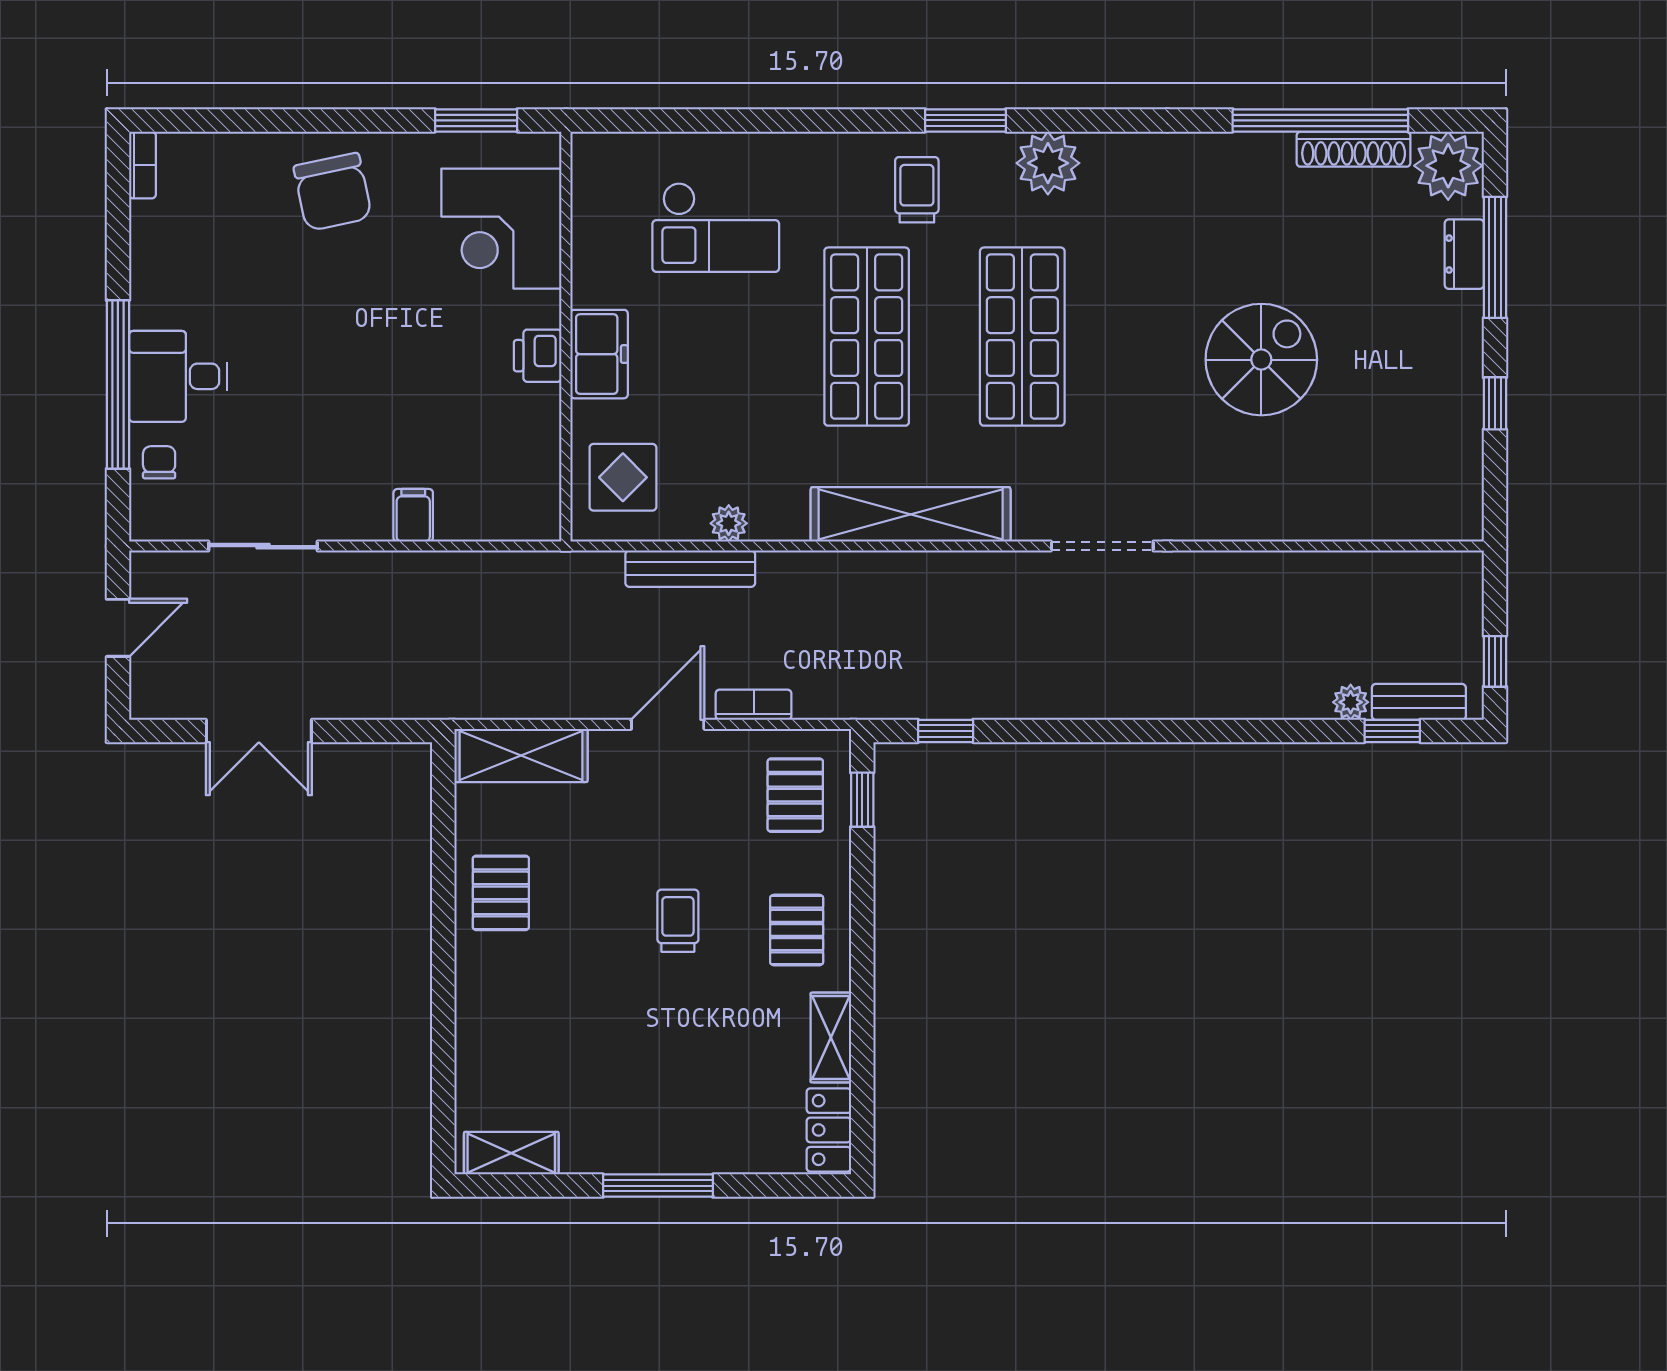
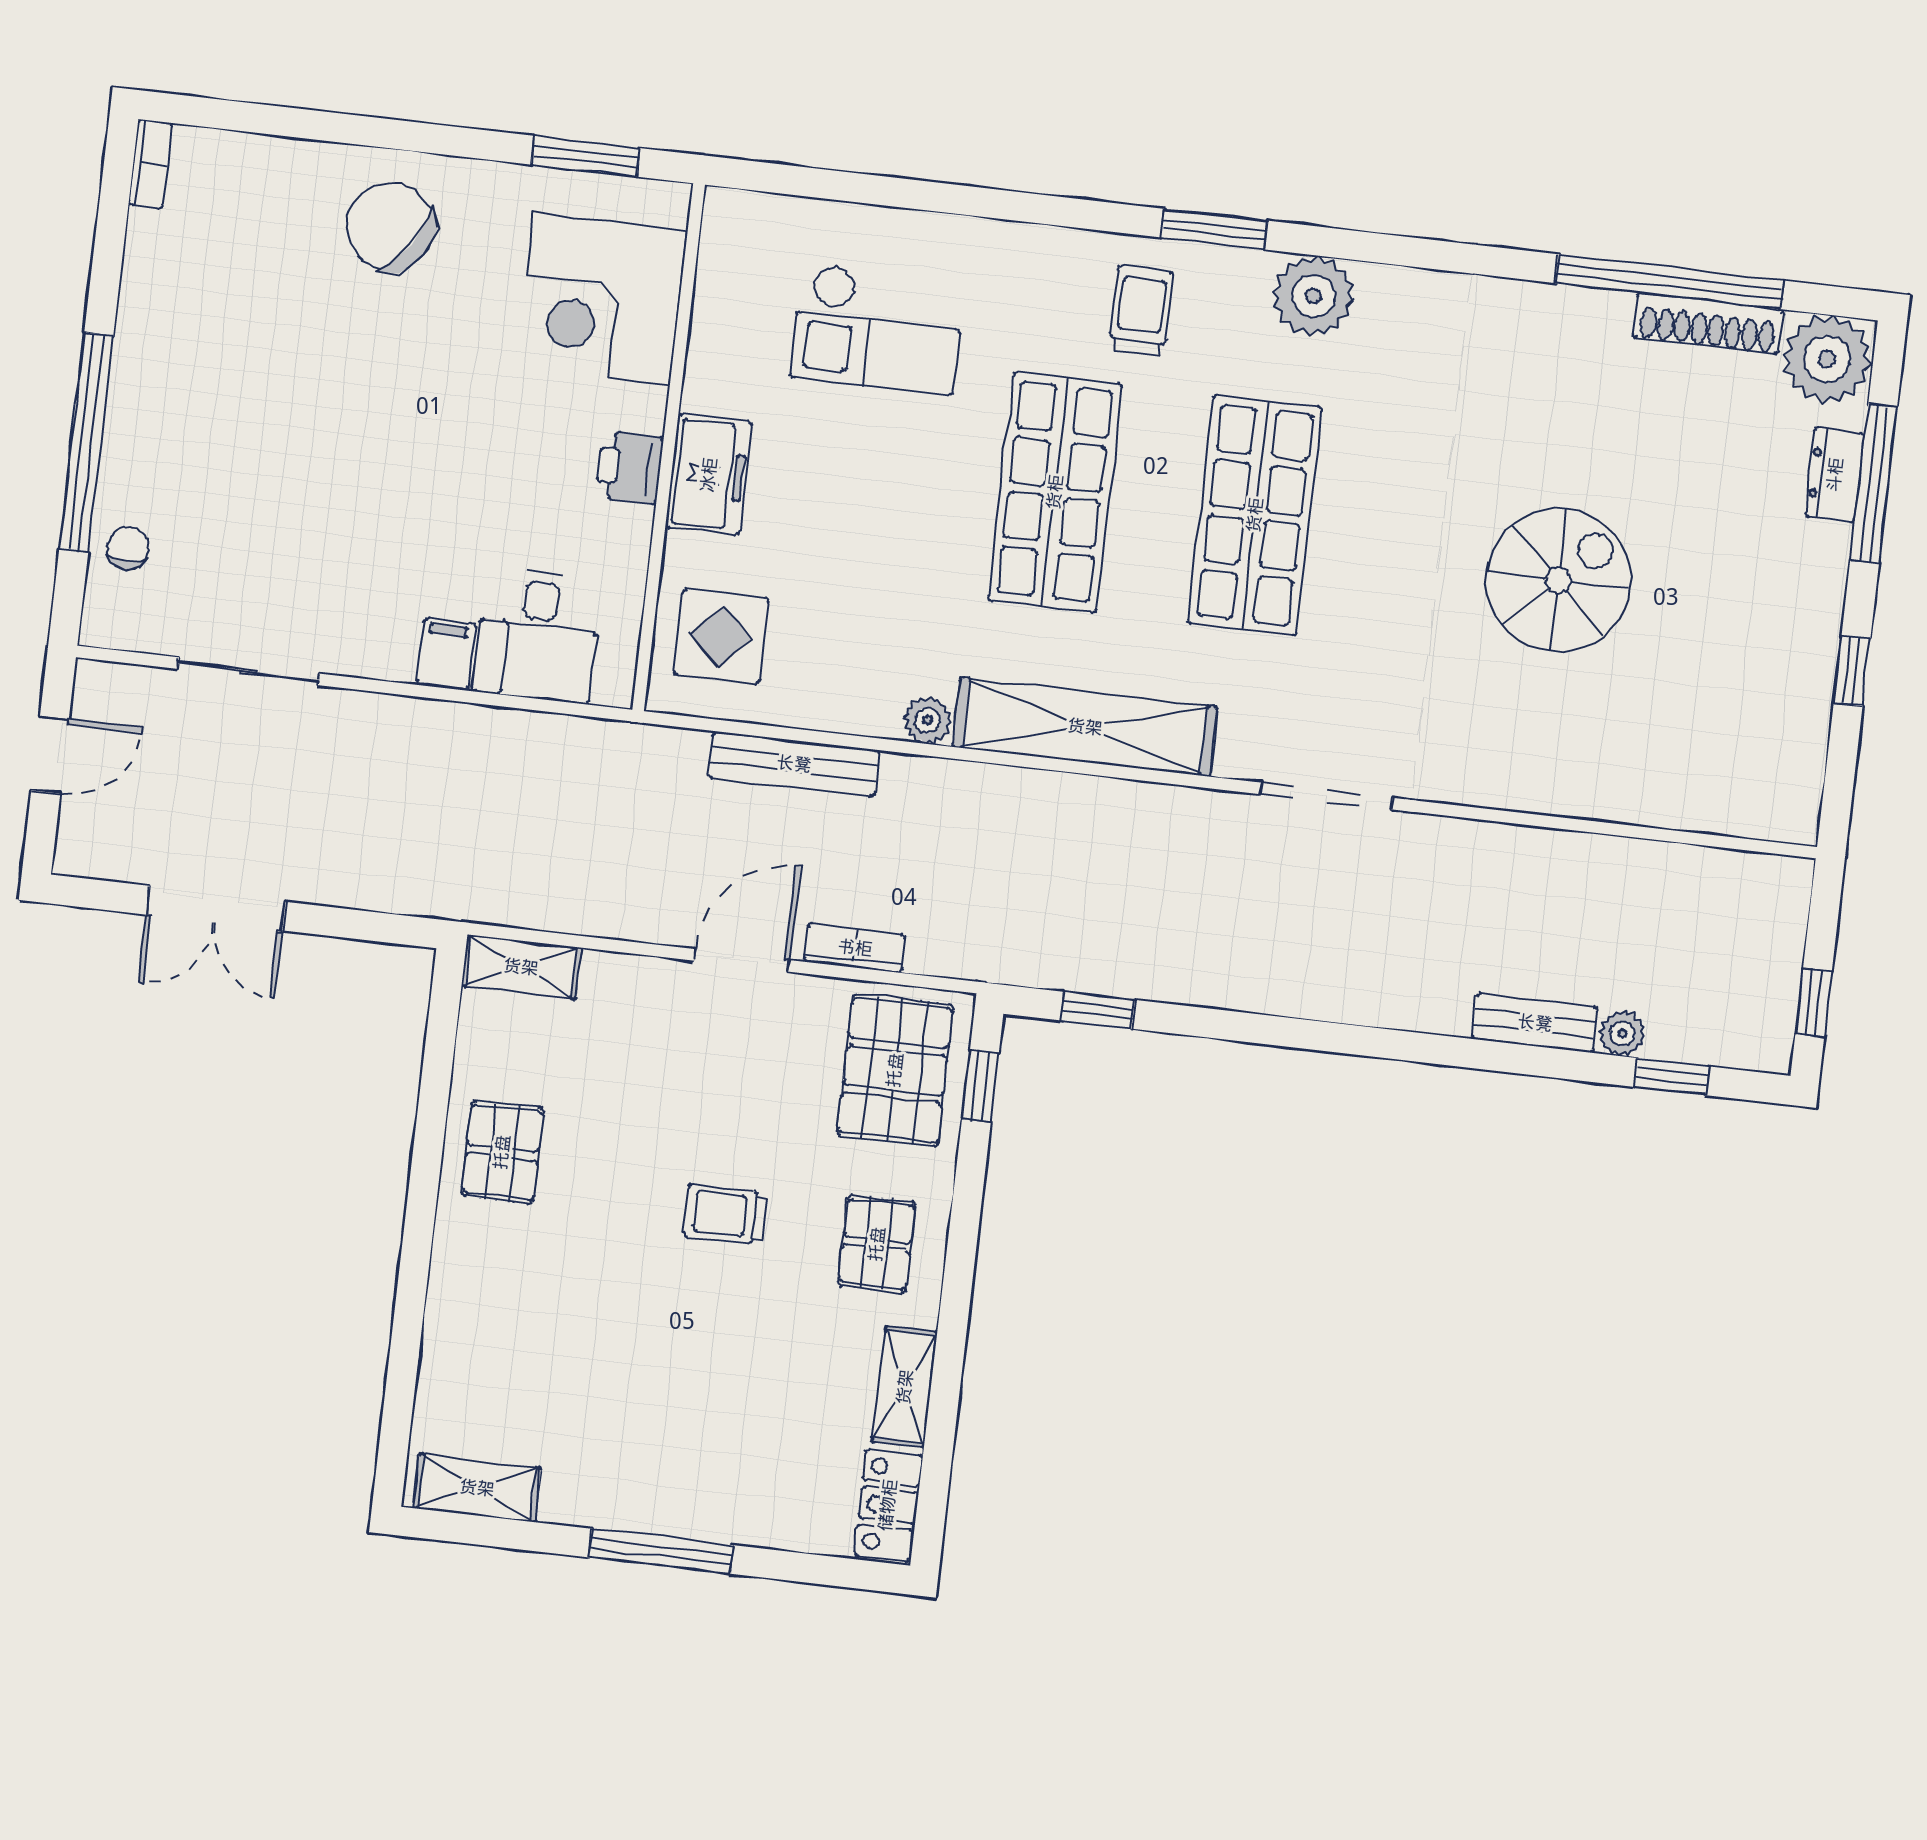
chair: (333, 192) -> (391, 227), turned 136
desk: (178, 376) -> (538, 635), moved, turned -90
plant: (729, 523) -> (927, 720), moved
bench: (1419, 702) -> (1535, 1023), moved
shelving: (521, 755) -> (521, 967), width x0.67, depth x0.75
pallet: (795, 795) -> (895, 1070), width x1.50, depth x1.42
trolley: (678, 921) -> (726, 1214), turned -90

